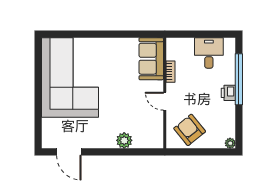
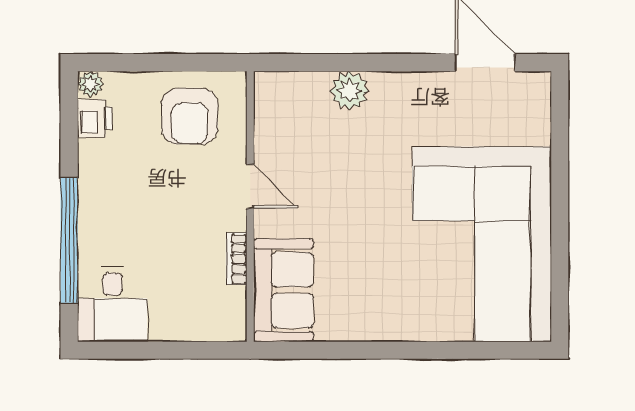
desk: (209, 53) -> (112, 304), moved
printer: (228, 93) -> (95, 118), moved
armchair: (190, 130) -> (190, 116), turned 39

